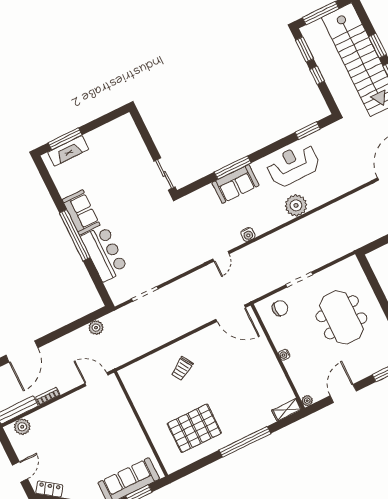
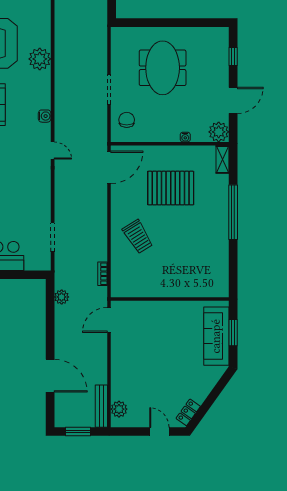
meeting table: (341, 317) -> (163, 68), turned 90
water cooler: (284, 355) -> (185, 137), moved
trolley: (182, 369) -> (138, 237), width x1.36, depth x1.39
door: (343, 393) -> (233, 100), swing flipped
bookcase: (48, 396) -> (103, 274), moved
plant: (307, 401) -> (219, 132), width x1.87, depth x1.87
pallet: (194, 428) -> (171, 188), moved, turned 90

